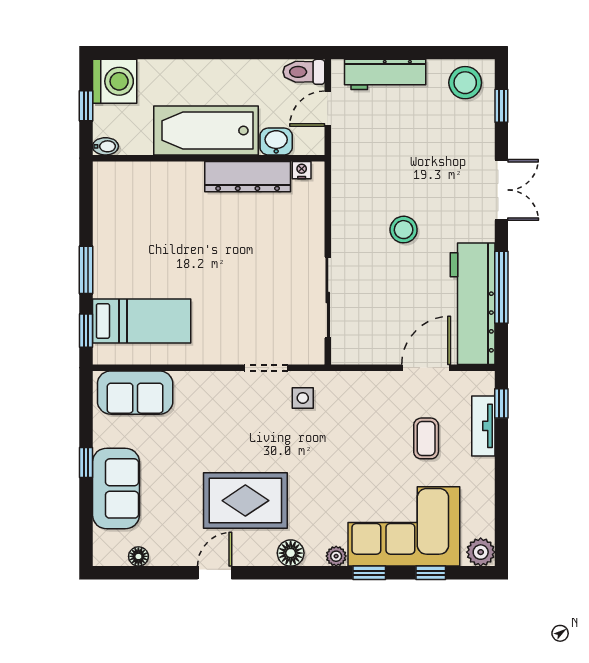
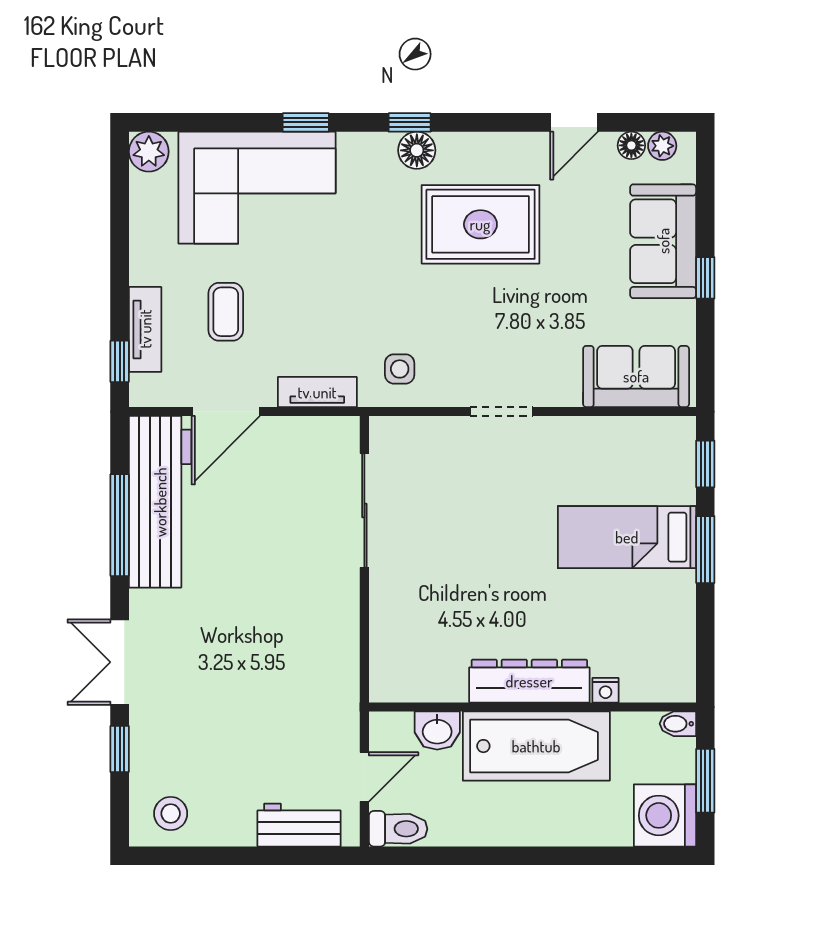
workbench: (385, 74) -> (299, 825), width x0.73
stool: (465, 83) -> (171, 814), width x0.73, depth x0.73
window: (86, 106) -> (705, 781), width x1.50
window: (501, 106) -> (120, 749), moved
nightstand: (302, 170) -> (606, 690), moved
dresser: (248, 177) -> (529, 681), moved
stool: (404, 230) -> (257, 606), removed
bed: (142, 321) -> (627, 537), moved
doorway: (266, 368) -> (501, 412), moved
tv unit: (361, 382) -> (317, 392), added
plant: (336, 556) -> (662, 146), moved
door: (215, 573) -> (574, 122), moved
window: (431, 573) -> (410, 122), moved

